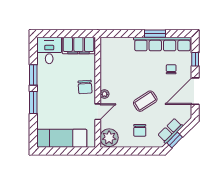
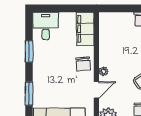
filing cabinet: (78, 46) -> (85, 29), moved, turned 90
window: (33, 103) -> (29, 94), moved

